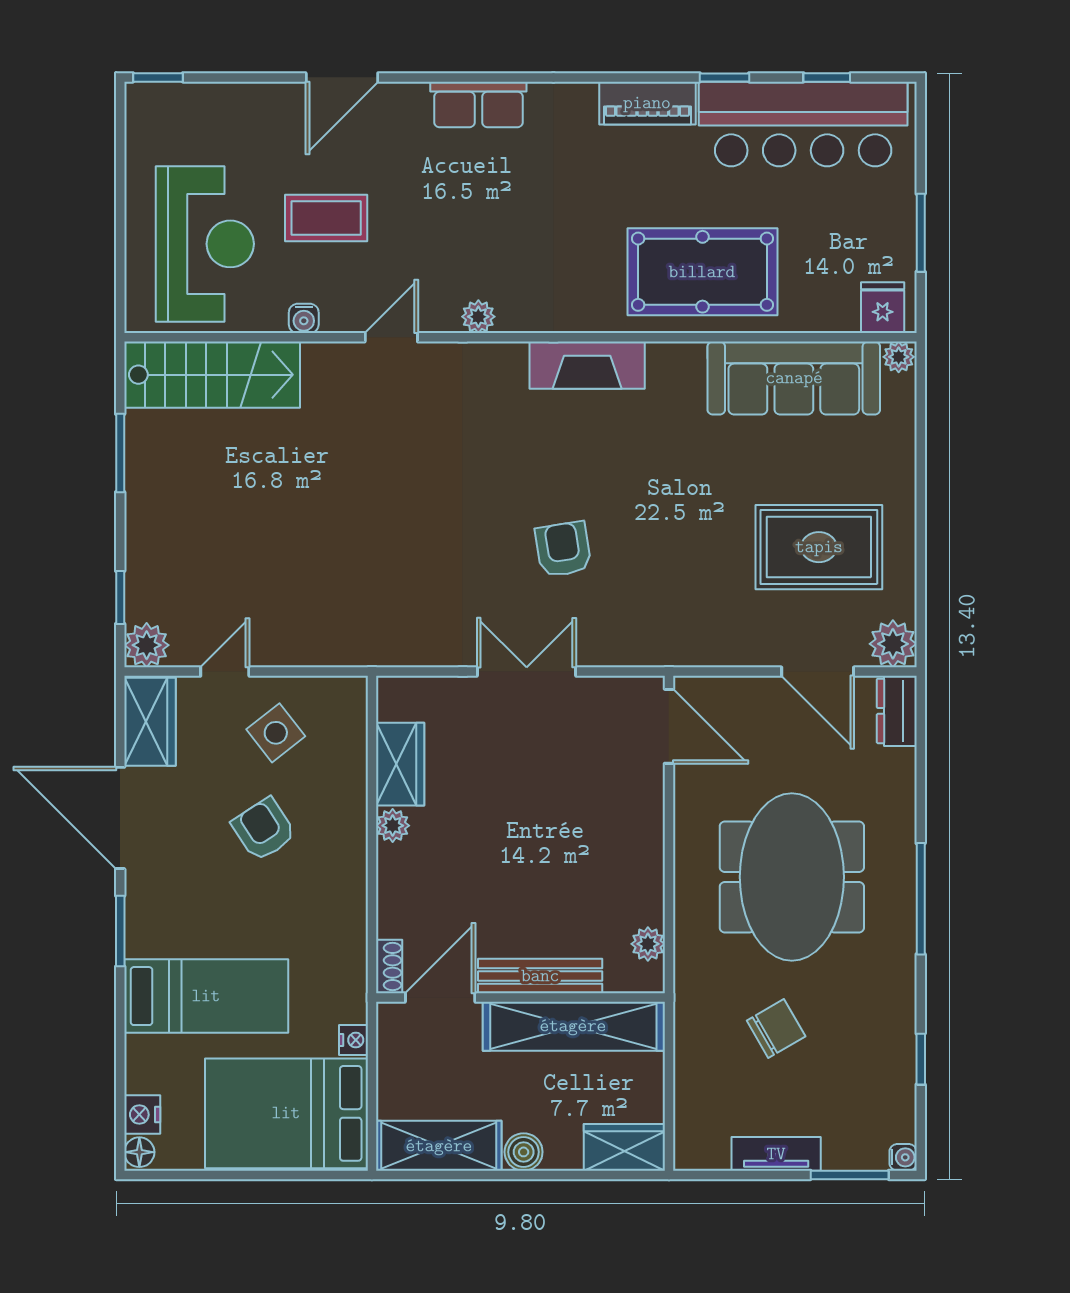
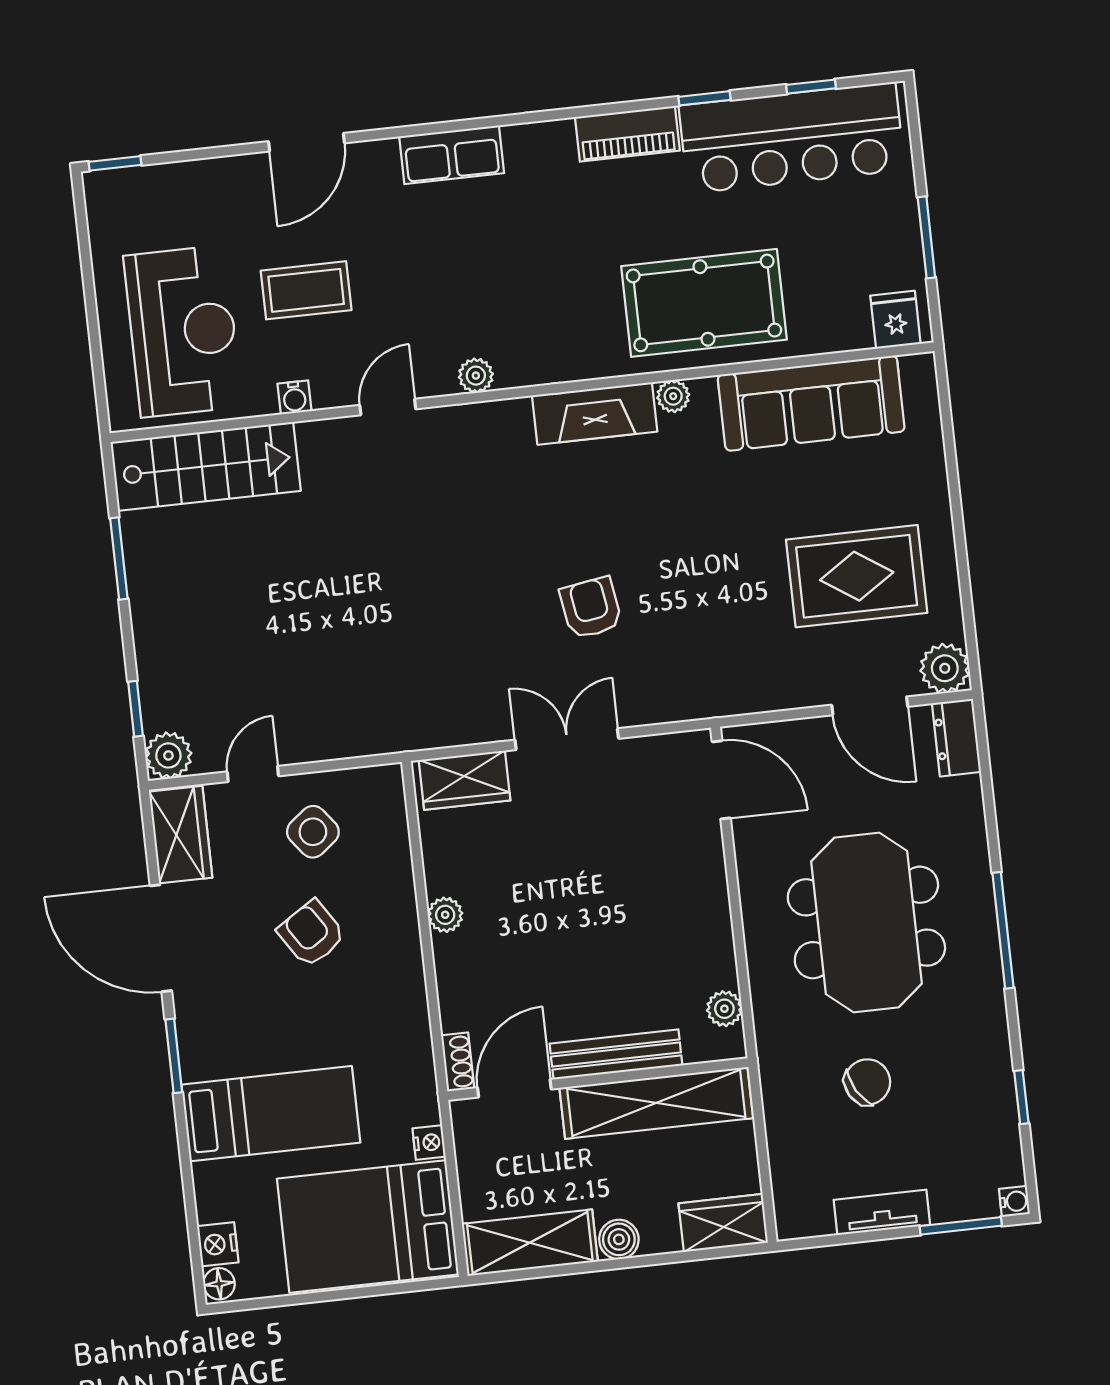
plant: (899, 357) -> (673, 396), moved
wardrobe: (400, 764) -> (465, 780), moved, turned 90

